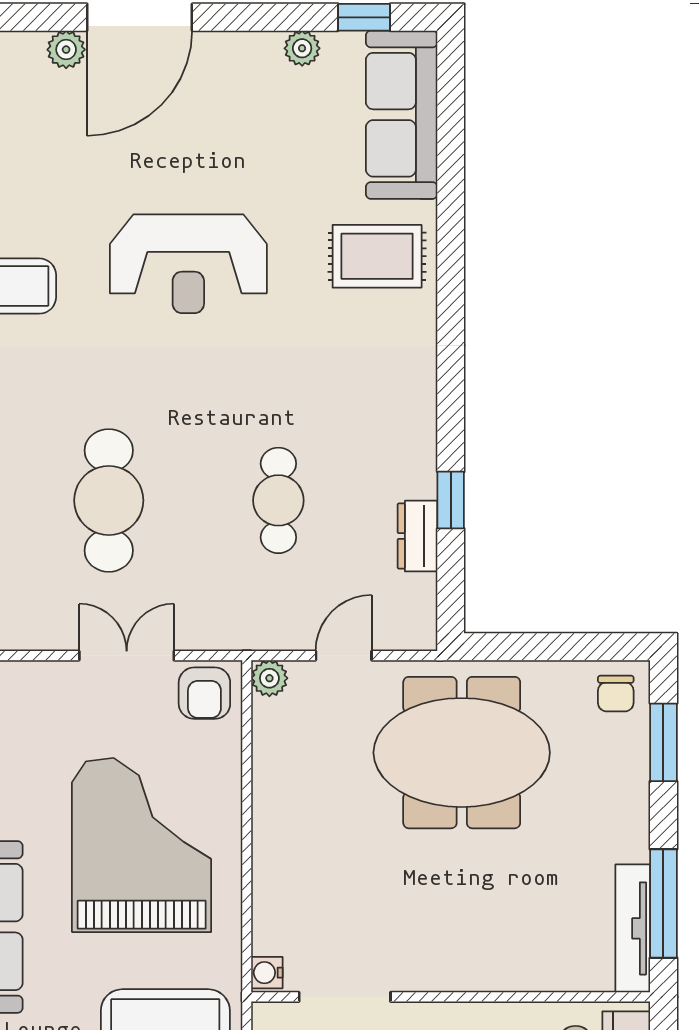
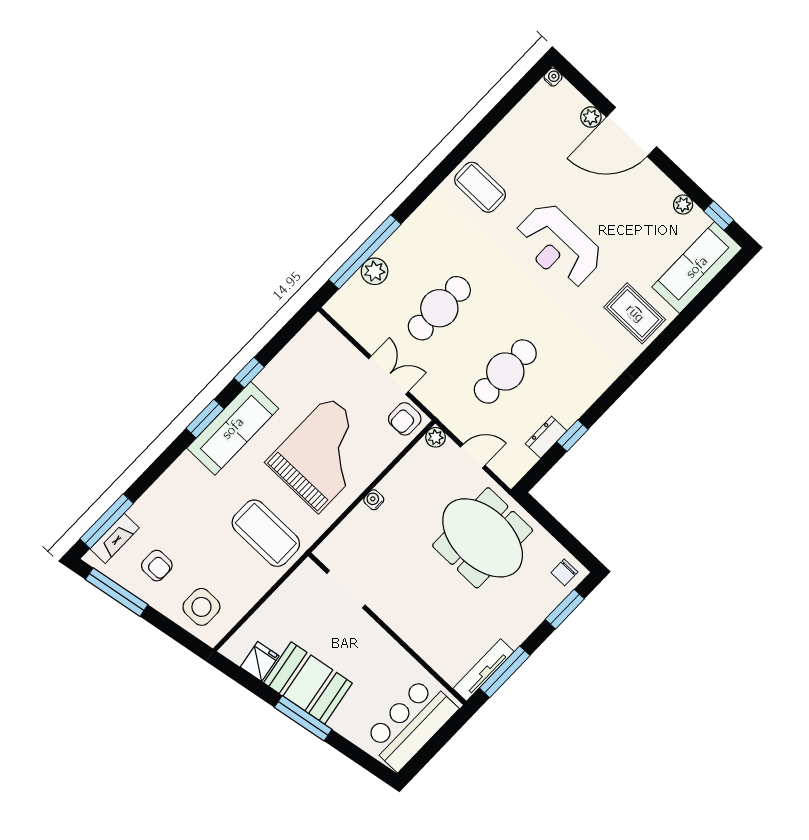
cafe table: (278, 500) -> (505, 371), width x1.37, depth x1.35
water cooler: (267, 973) -> (374, 500), moved

